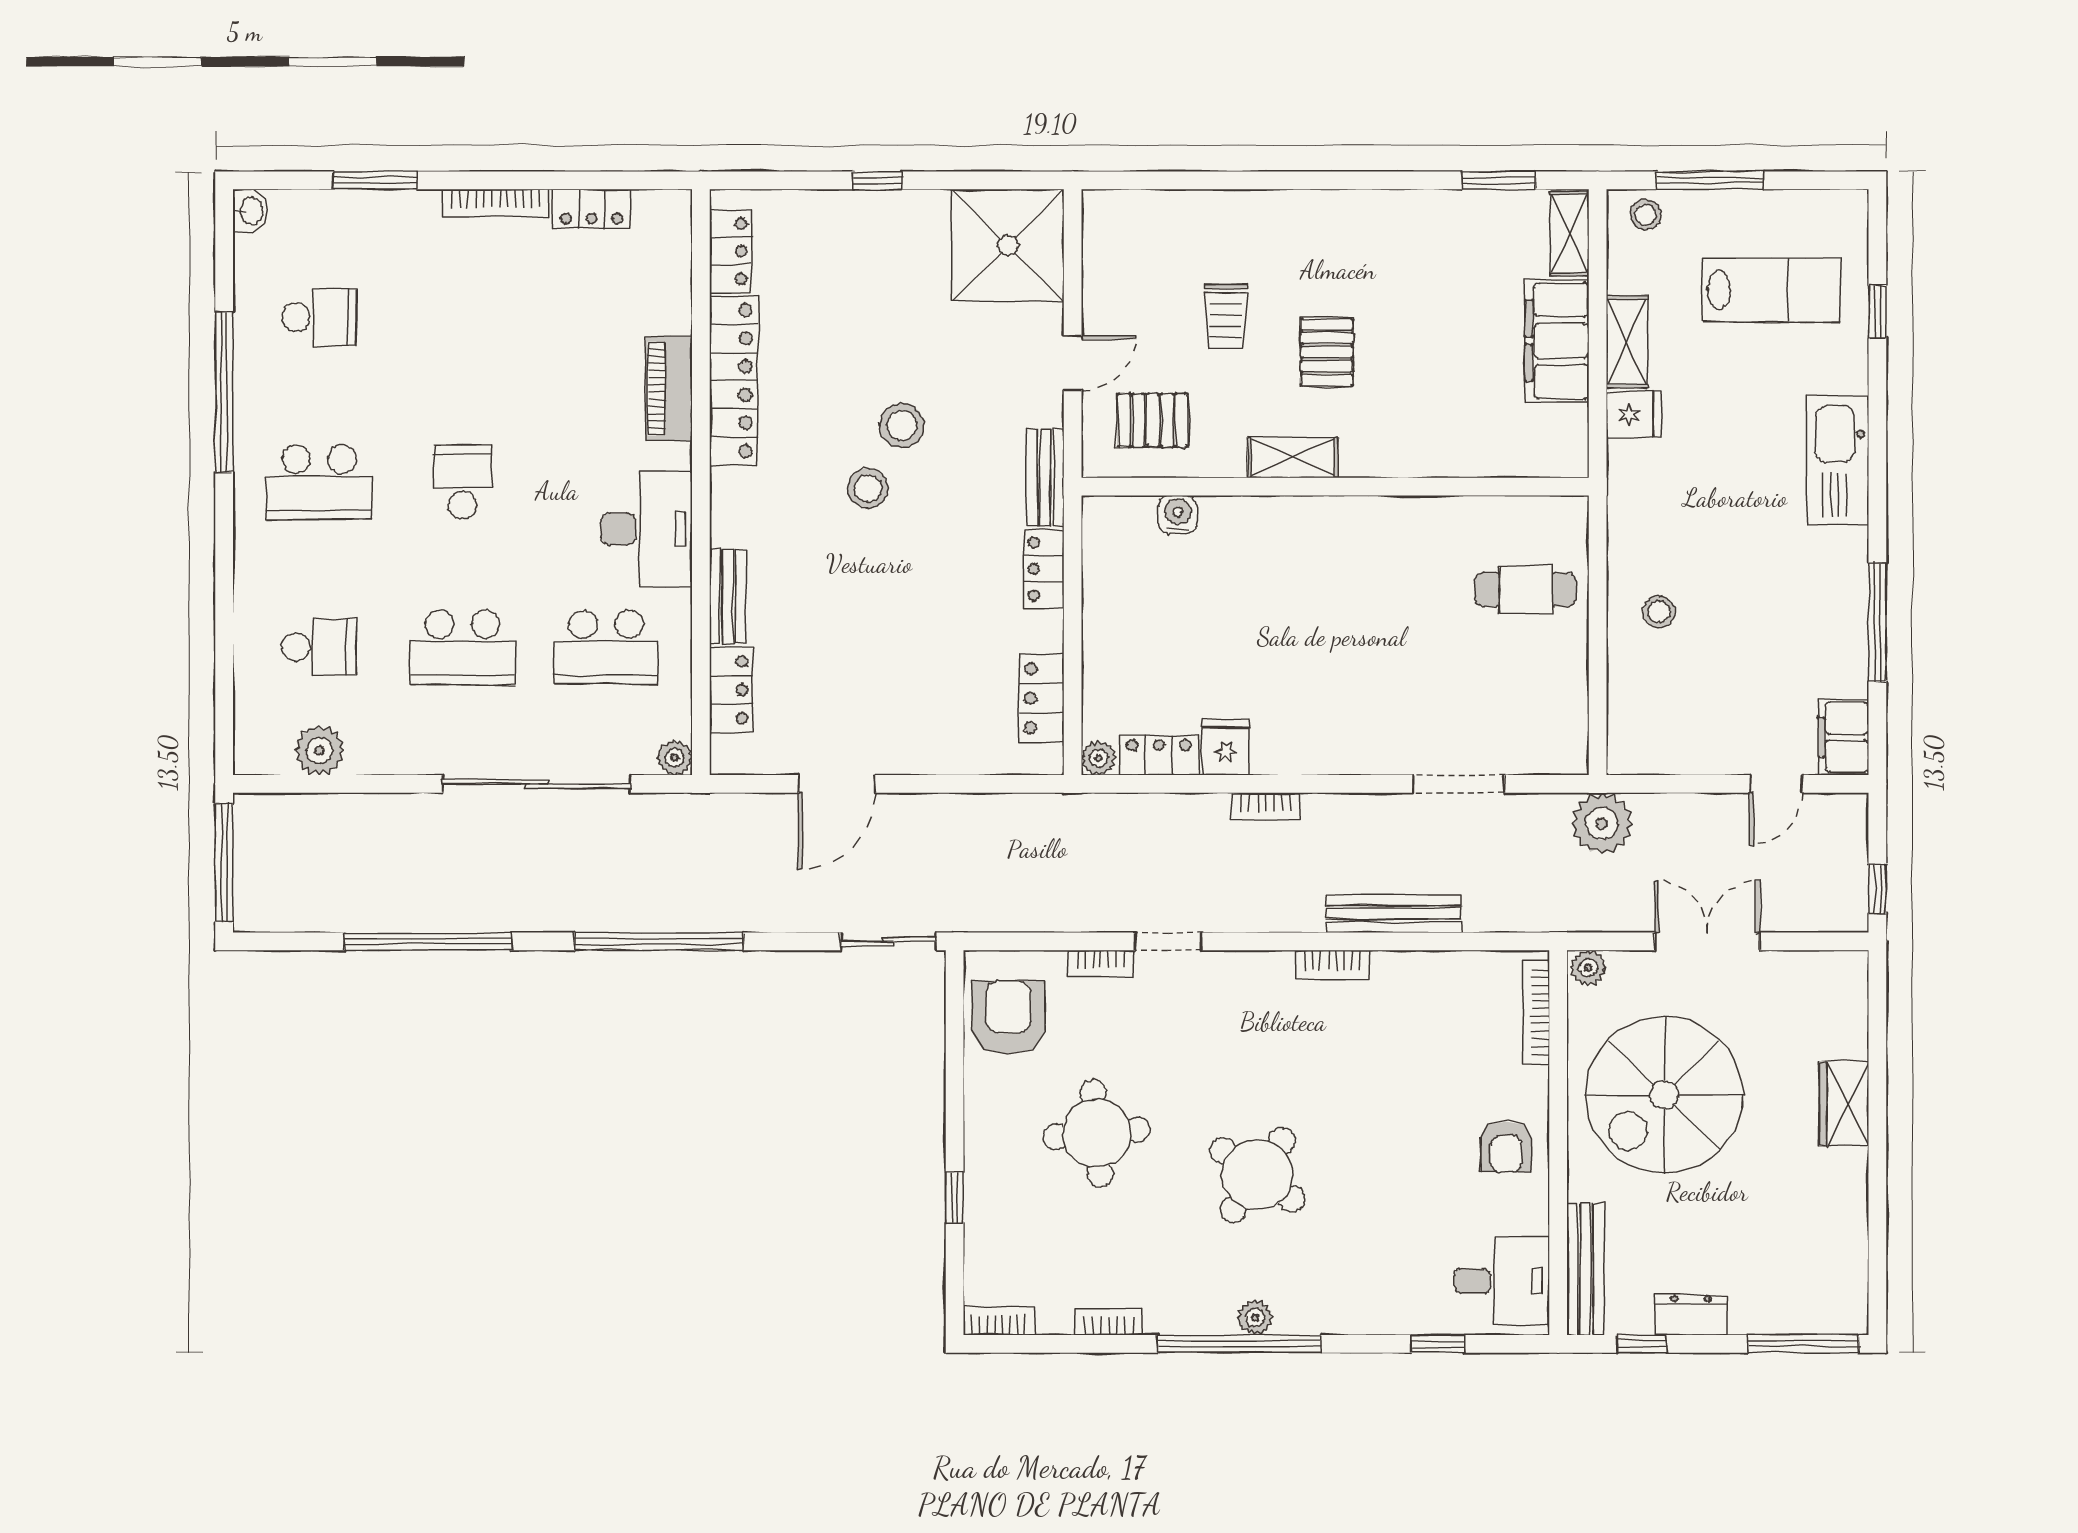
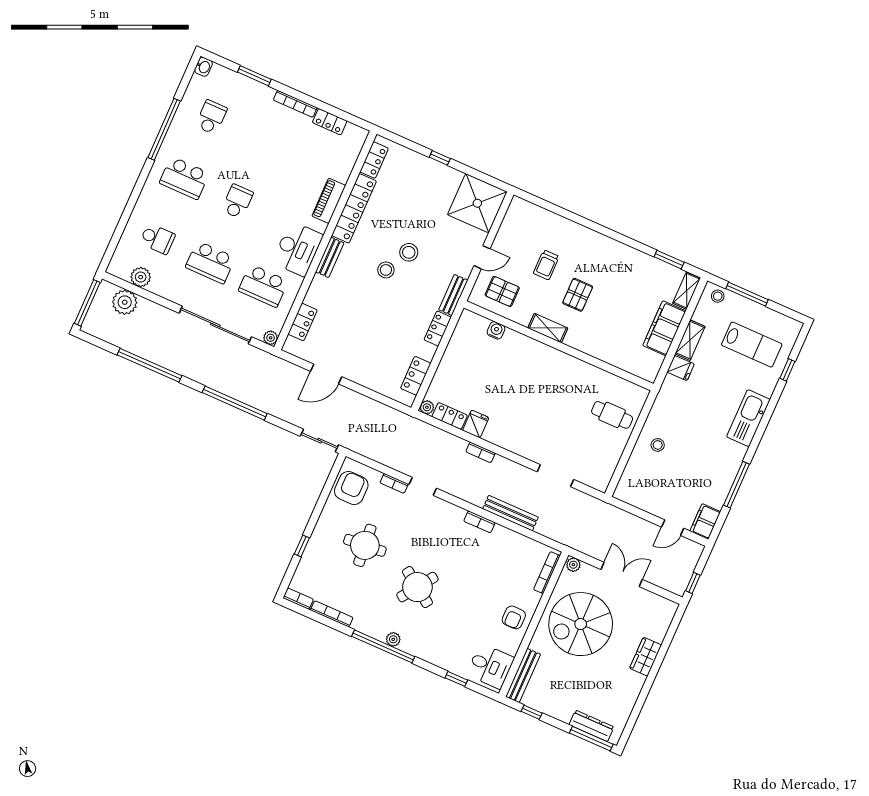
school desk: (319, 317) -> (211, 117), turned -90
bench: (728, 596) -> (330, 257), moved
plant: (1602, 824) -> (125, 302), moved
dresser: (1691, 1315) -> (591, 726), moved, width x1.44
bookcase: (1109, 1322) -> (332, 614), width x1.56

